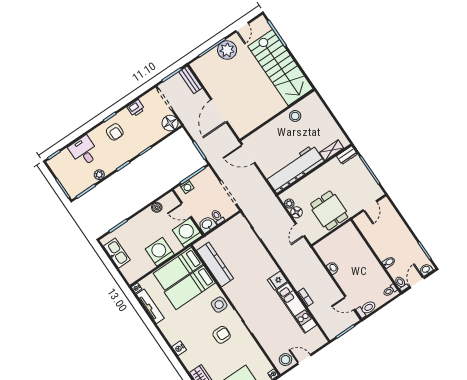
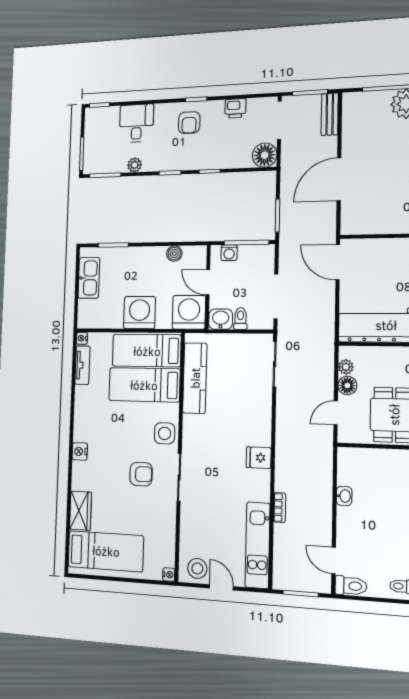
tv unit: (150, 306) -> (82, 365), width x0.71
kitchen unit: (296, 308) -> (258, 545), moved

